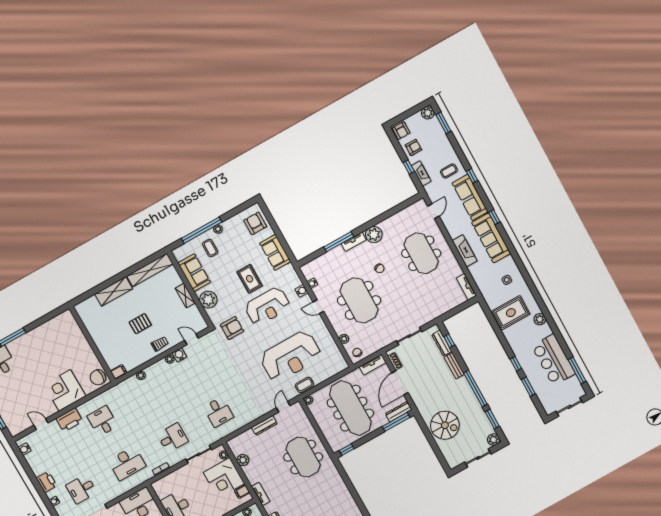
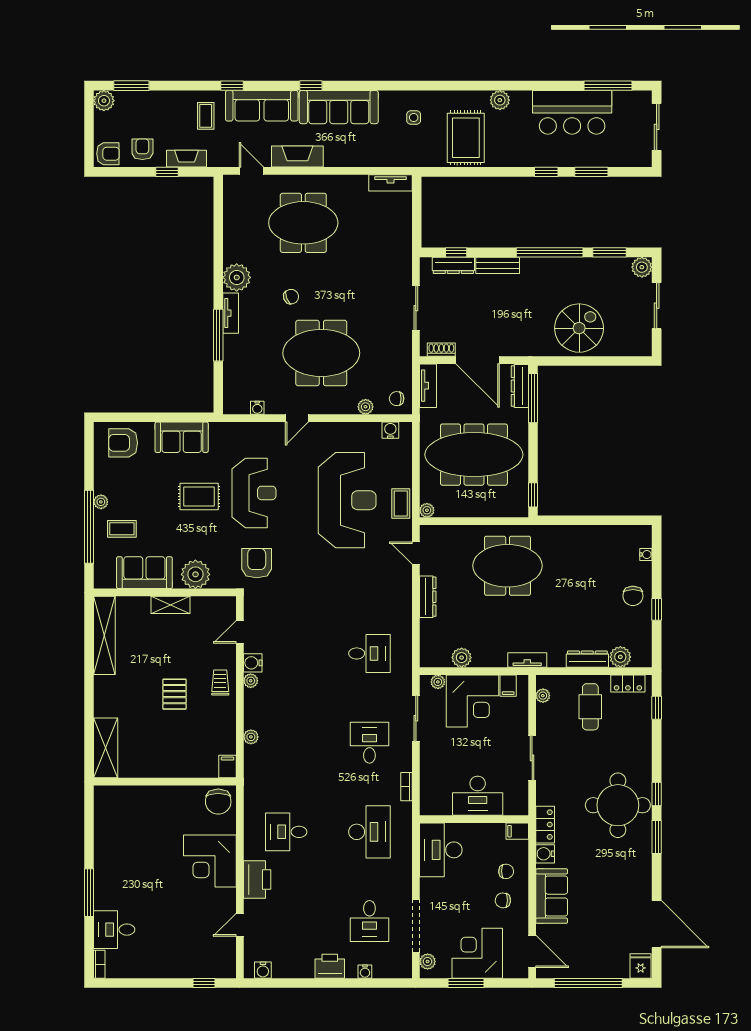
fireplace: (465, 251) -> (297, 157), moved
shelving: (114, 291) -> (106, 748), moved
water cooler: (301, 291) -> (390, 430), moved

